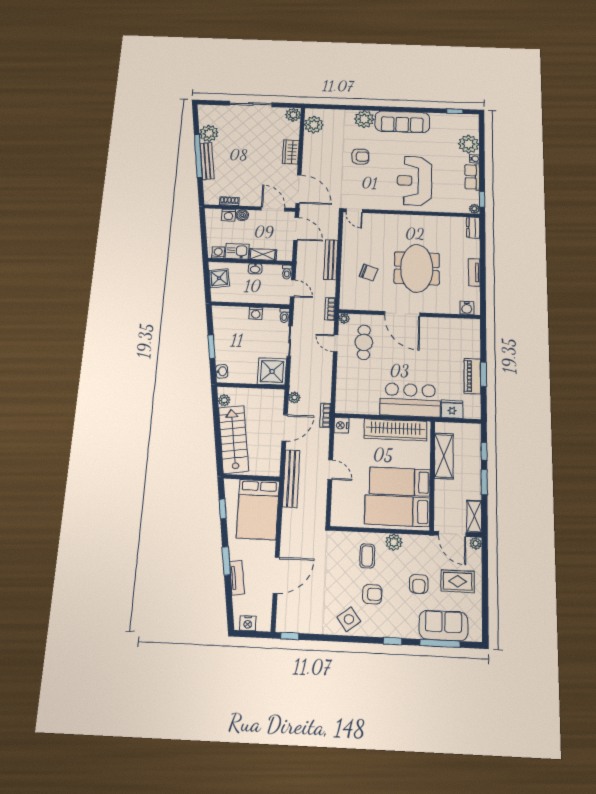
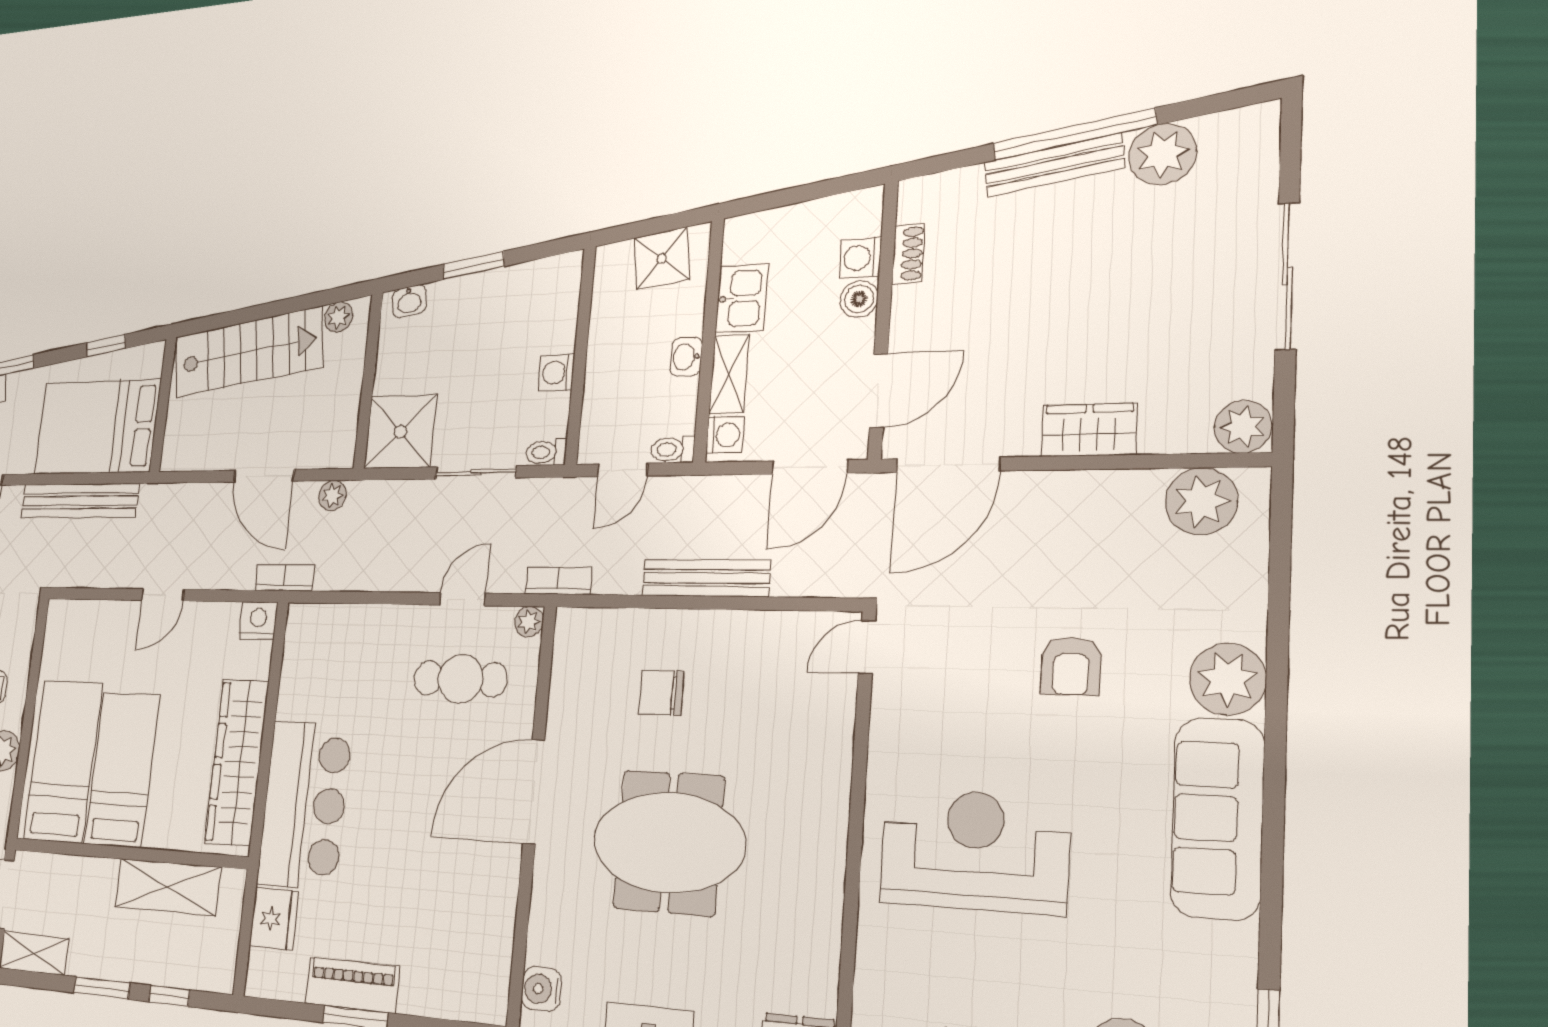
washing machine: (218, 253) -> (725, 435), moved
chair: (369, 273) -> (661, 693), turned 72
bench: (291, 479) -> (80, 501), moved

